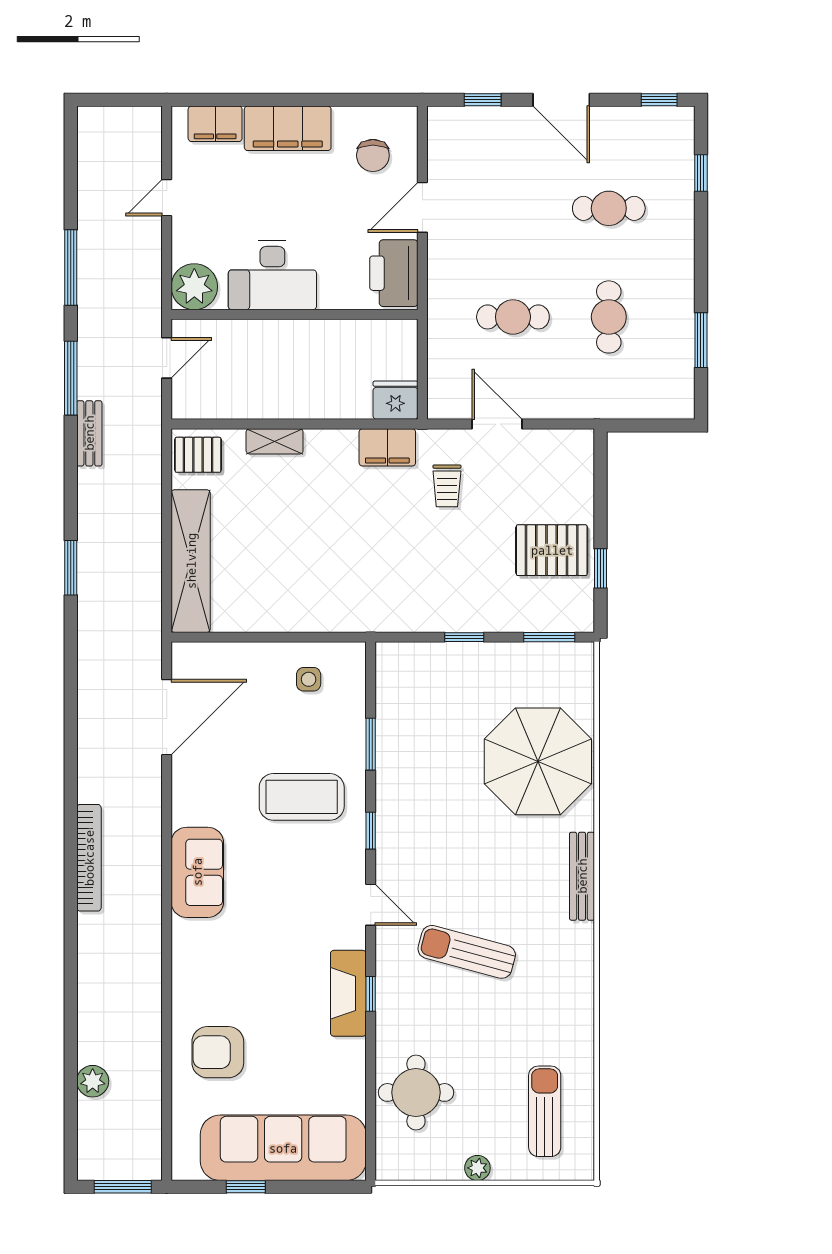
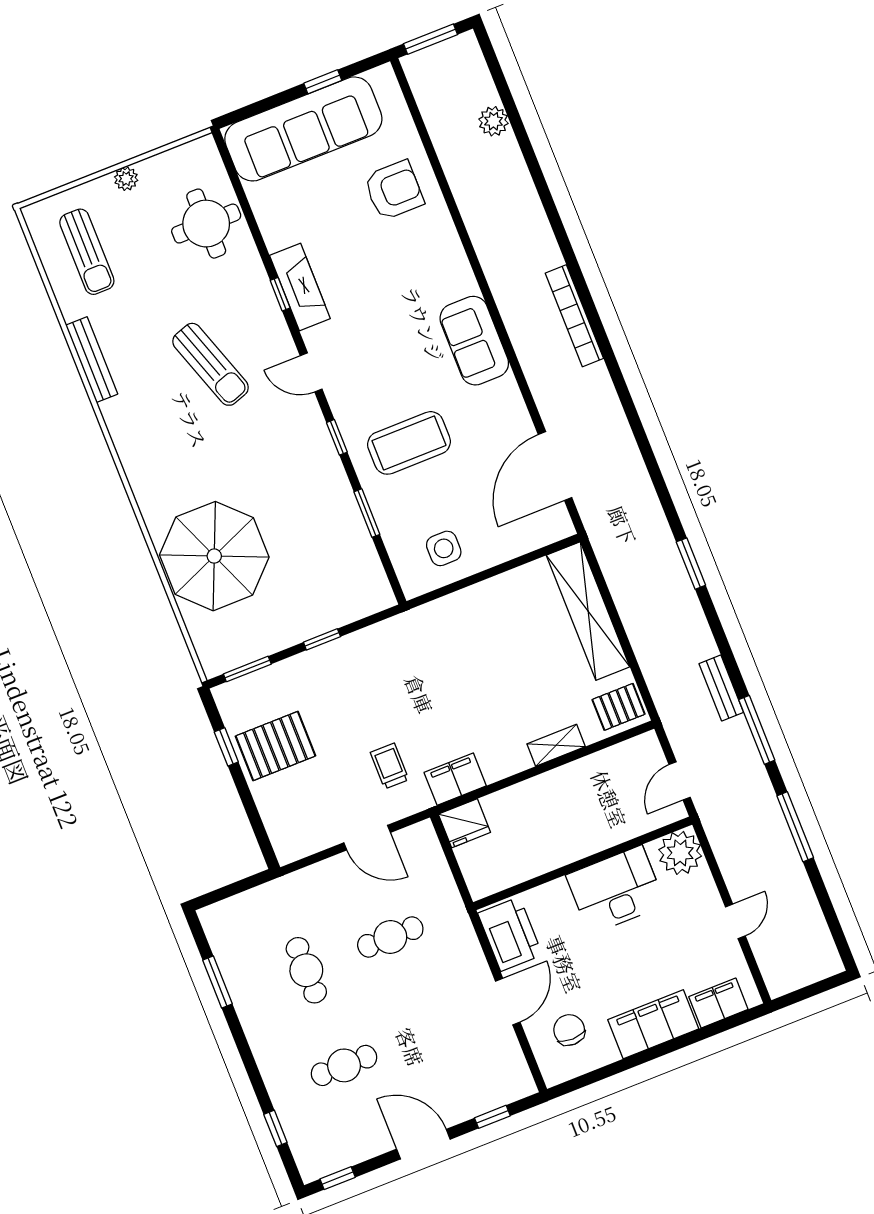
side table: (309, 679) -> (444, 548), width x1.37, depth x1.37
bench: (582, 876) -> (92, 360), moved
sun lounger: (467, 952) -> (211, 364), turned 56

